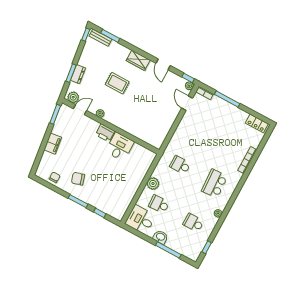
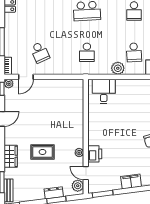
wardrobe: (138, 60) -> (11, 156), moved
rug: (117, 83) -> (42, 152), turned 90
school desk: (201, 126) -> (40, 52), added
printer: (105, 133) -> (95, 154), moved
desk: (120, 147) -> (104, 91), moved, turned 90

